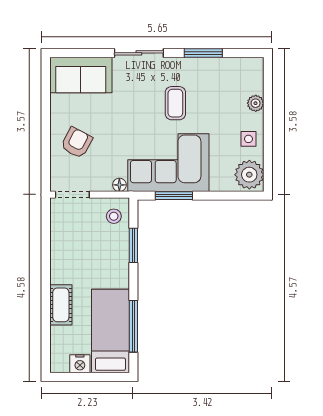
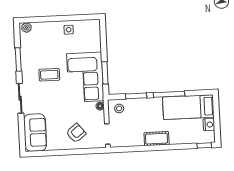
plant: (256, 103) -> (26, 28), moved
armchair: (77, 143) -> (76, 133), turned 114
plant: (249, 175) -> (90, 28), removed
cot: (61, 305) -> (157, 139), moved
window: (133, 326) -> (169, 94), moved
window: (46, 354) -> (204, 145), added

